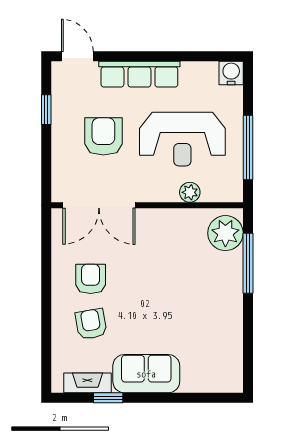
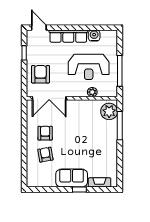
water cooler: (231, 73) -> (94, 36), moved
armchair: (103, 136) -> (40, 74), moved
fireplace: (87, 383) -> (99, 182), moved
window: (108, 398) -> (79, 190), moved

